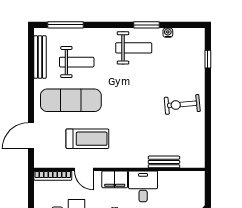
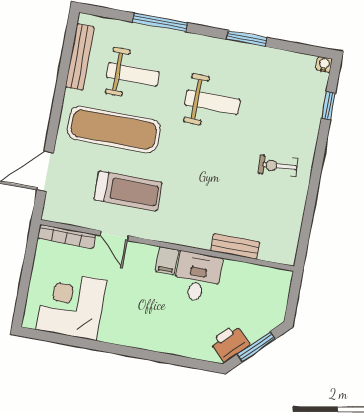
window: (66, 25) -> (160, 22), moved
water cooler: (168, 33) -> (324, 64), moved
weight bench: (134, 48) -> (212, 102), moved
exercise bike: (182, 104) -> (278, 166), width x0.73, depth x0.72
filing cabinet: (115, 179) -> (167, 261), width x0.50

